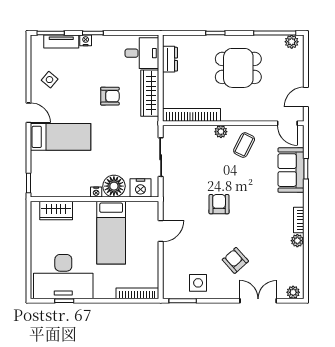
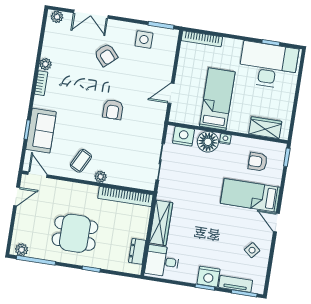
nightstand: (86, 40) -> (209, 277), width x1.89, depth x1.79
armchair: (110, 96) -> (258, 162), moved

